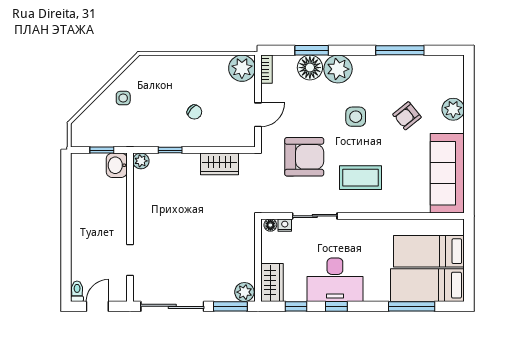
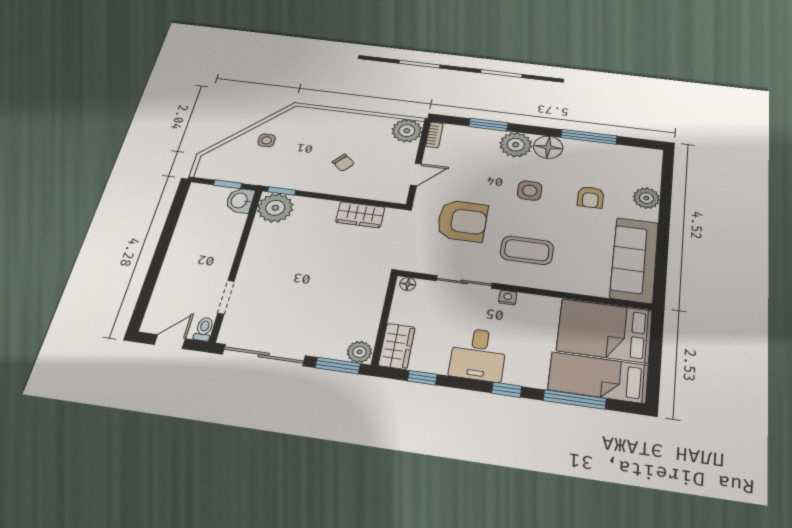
floor lamp: (310, 68) -> (548, 147), moved
armchair: (407, 116) -> (591, 197), turned -51
window: (170, 150) -> (282, 191), moved
plant: (141, 161) -> (275, 208), width x1.88, depth x1.88
nightstand: (285, 225) -> (508, 298), moved
bed: (429, 251) -> (605, 331), width x1.50
desk: (335, 280) -> (478, 354), width x0.73
toilet: (77, 291) -> (204, 329), moved
window: (336, 306) -> (507, 390), moved

